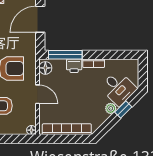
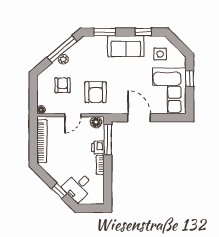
plant: (111, 108) -> (60, 180), removed

